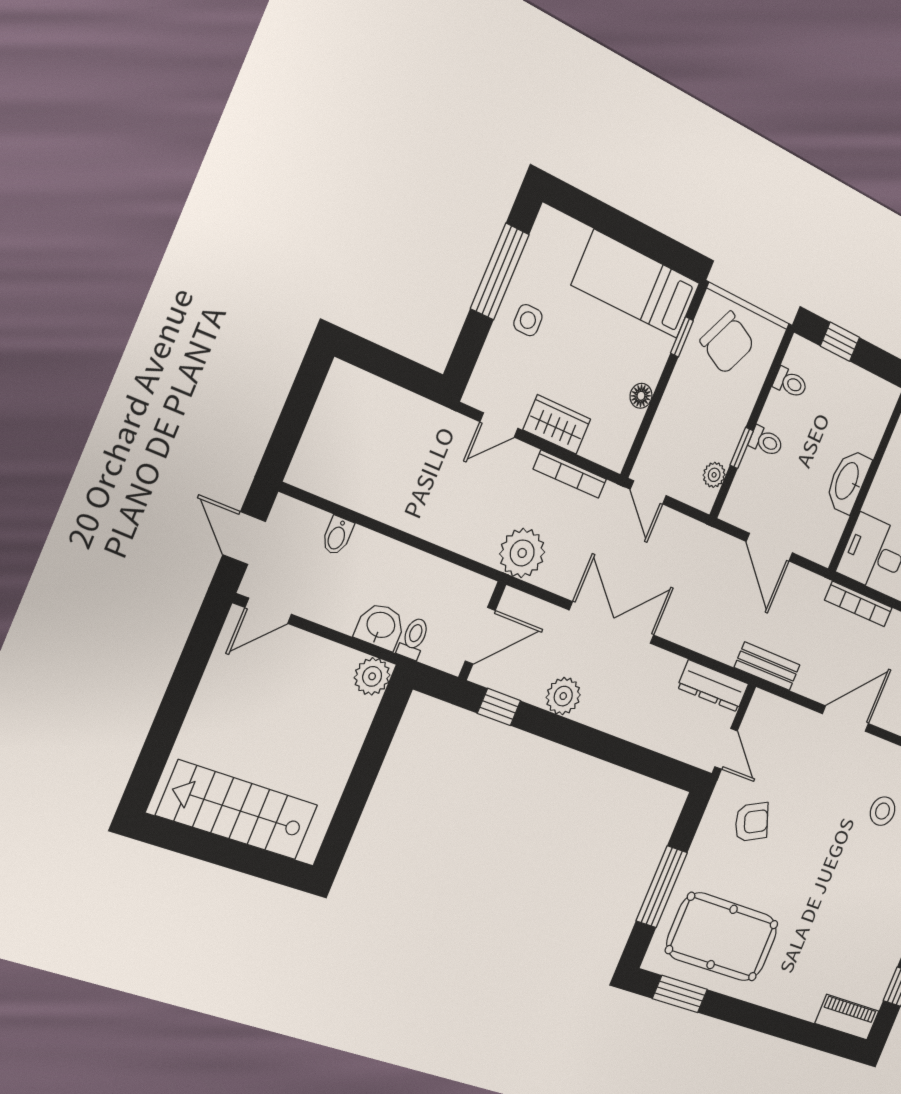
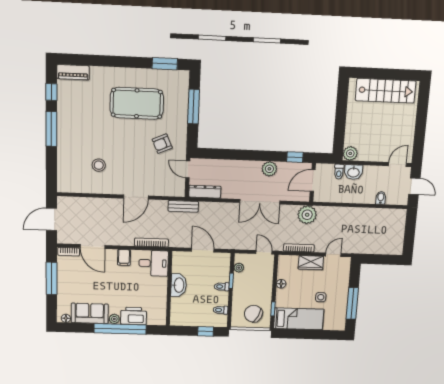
side table: (528, 320) -> (321, 297), moved
pool table: (722, 937) -> (137, 103), moved

